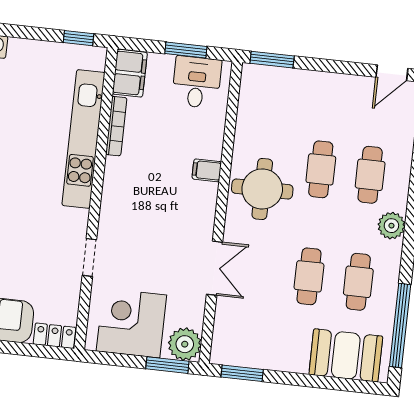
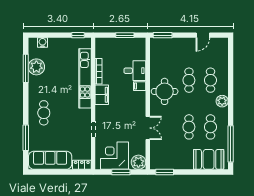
filing cabinet: (130, 73) -> (102, 95), moved
door: (392, 73) -> (203, 35), moved
desk: (197, 82) -> (135, 71), moved, turned 90
window: (167, 365) -> (121, 172), moved

